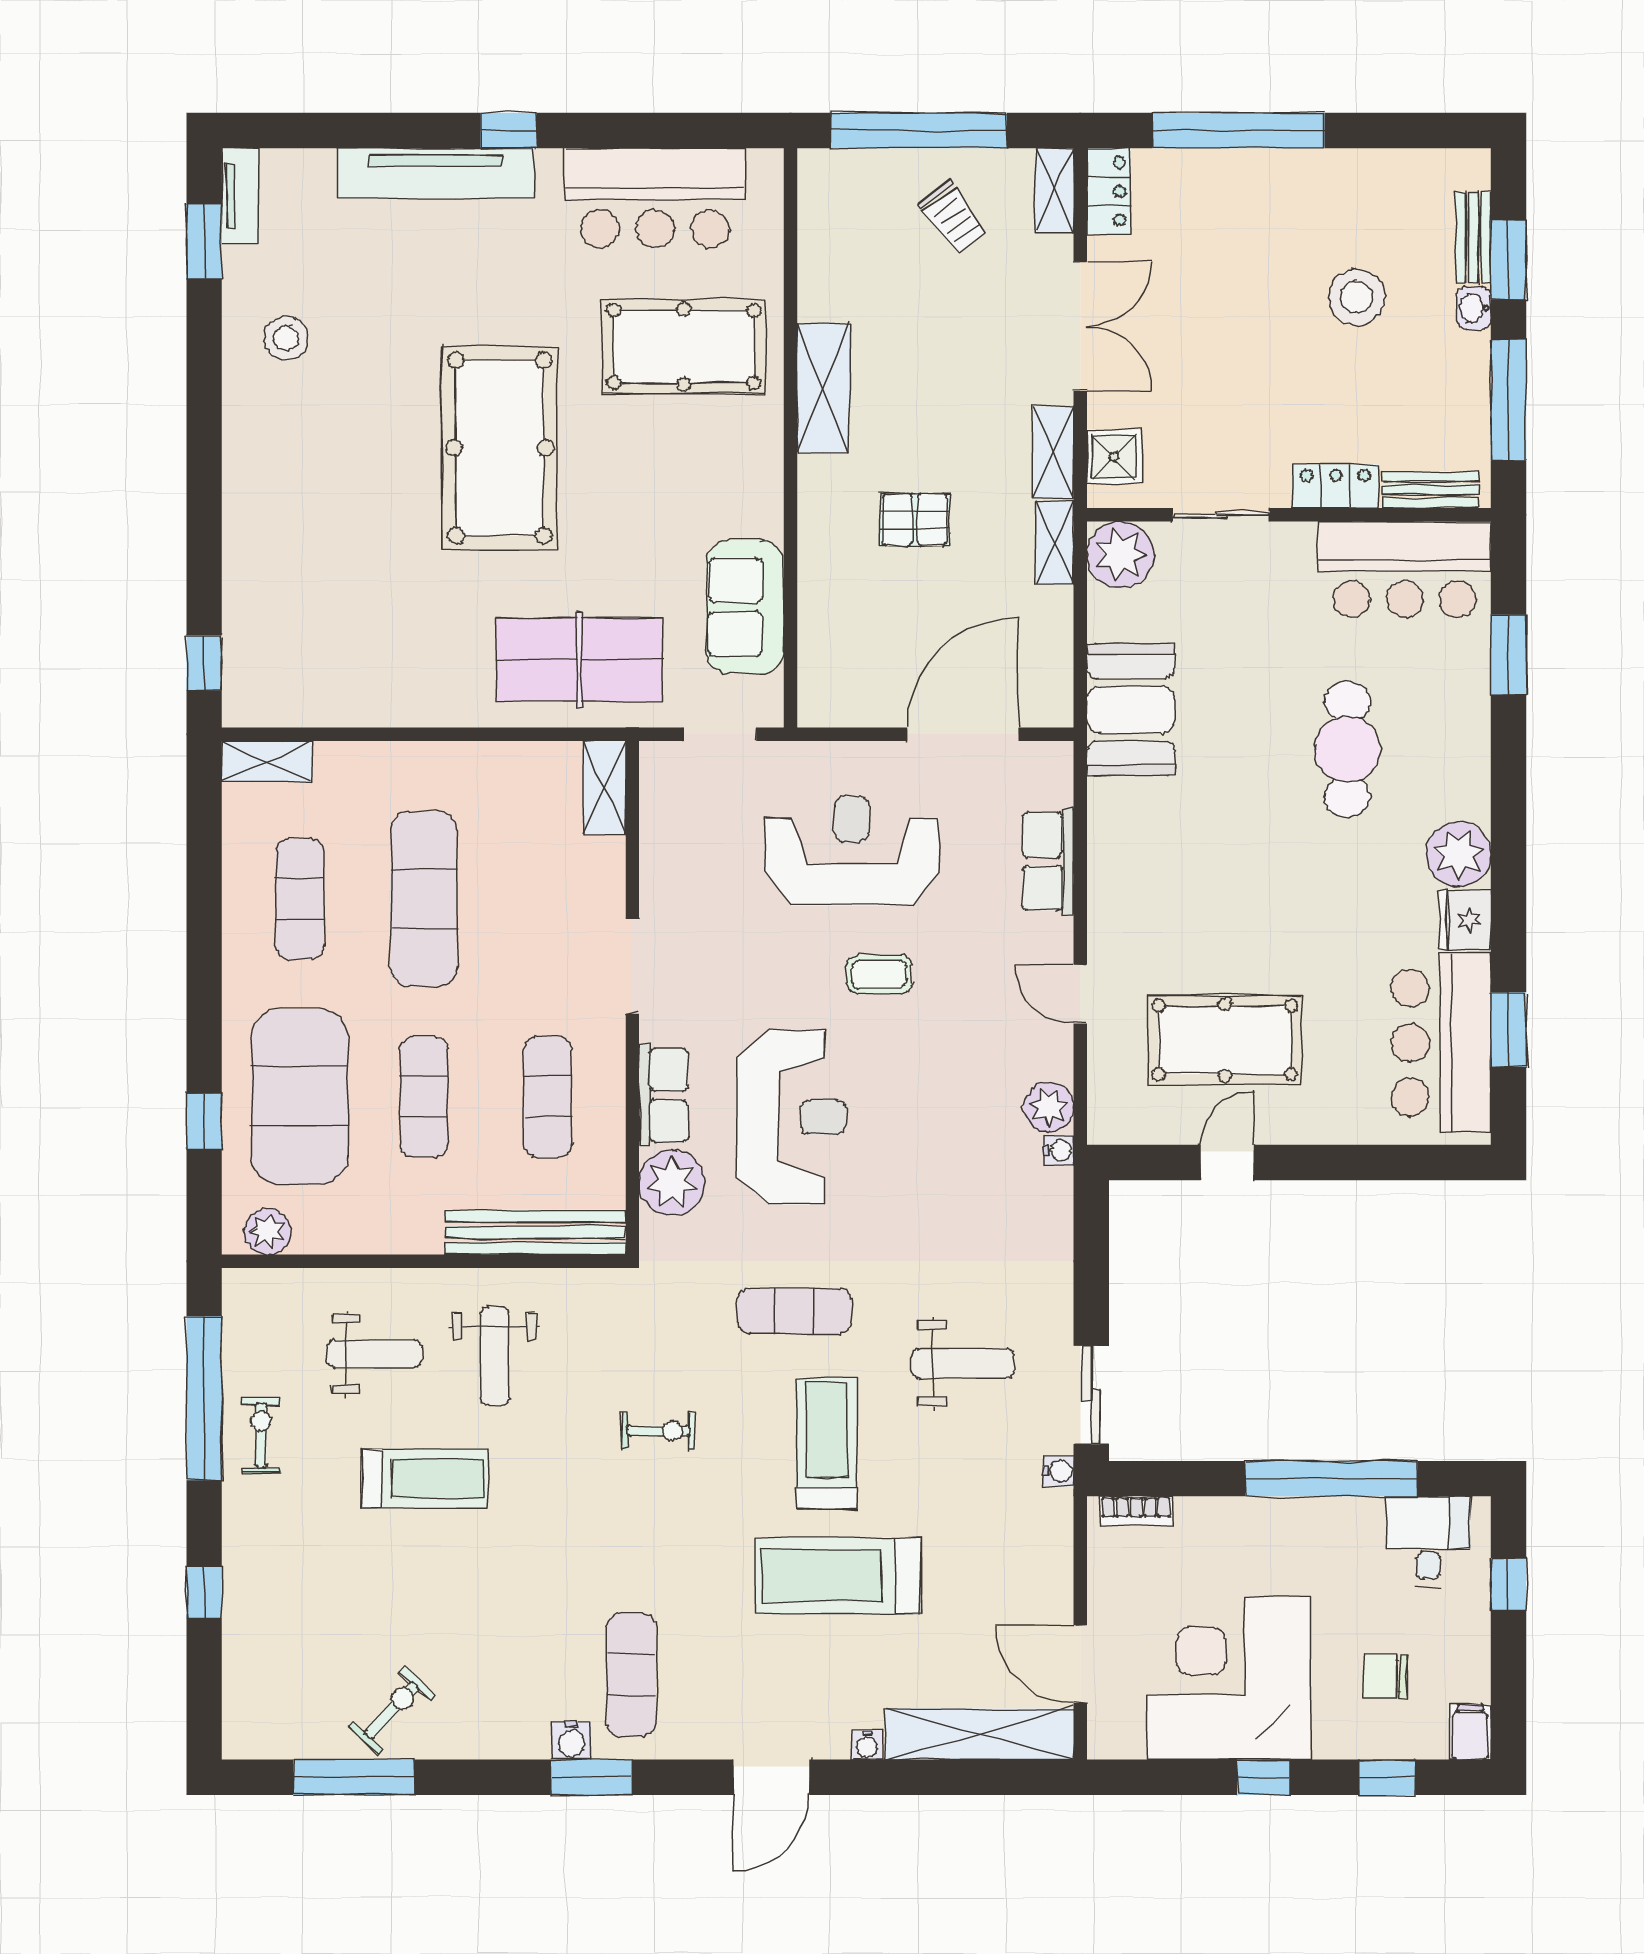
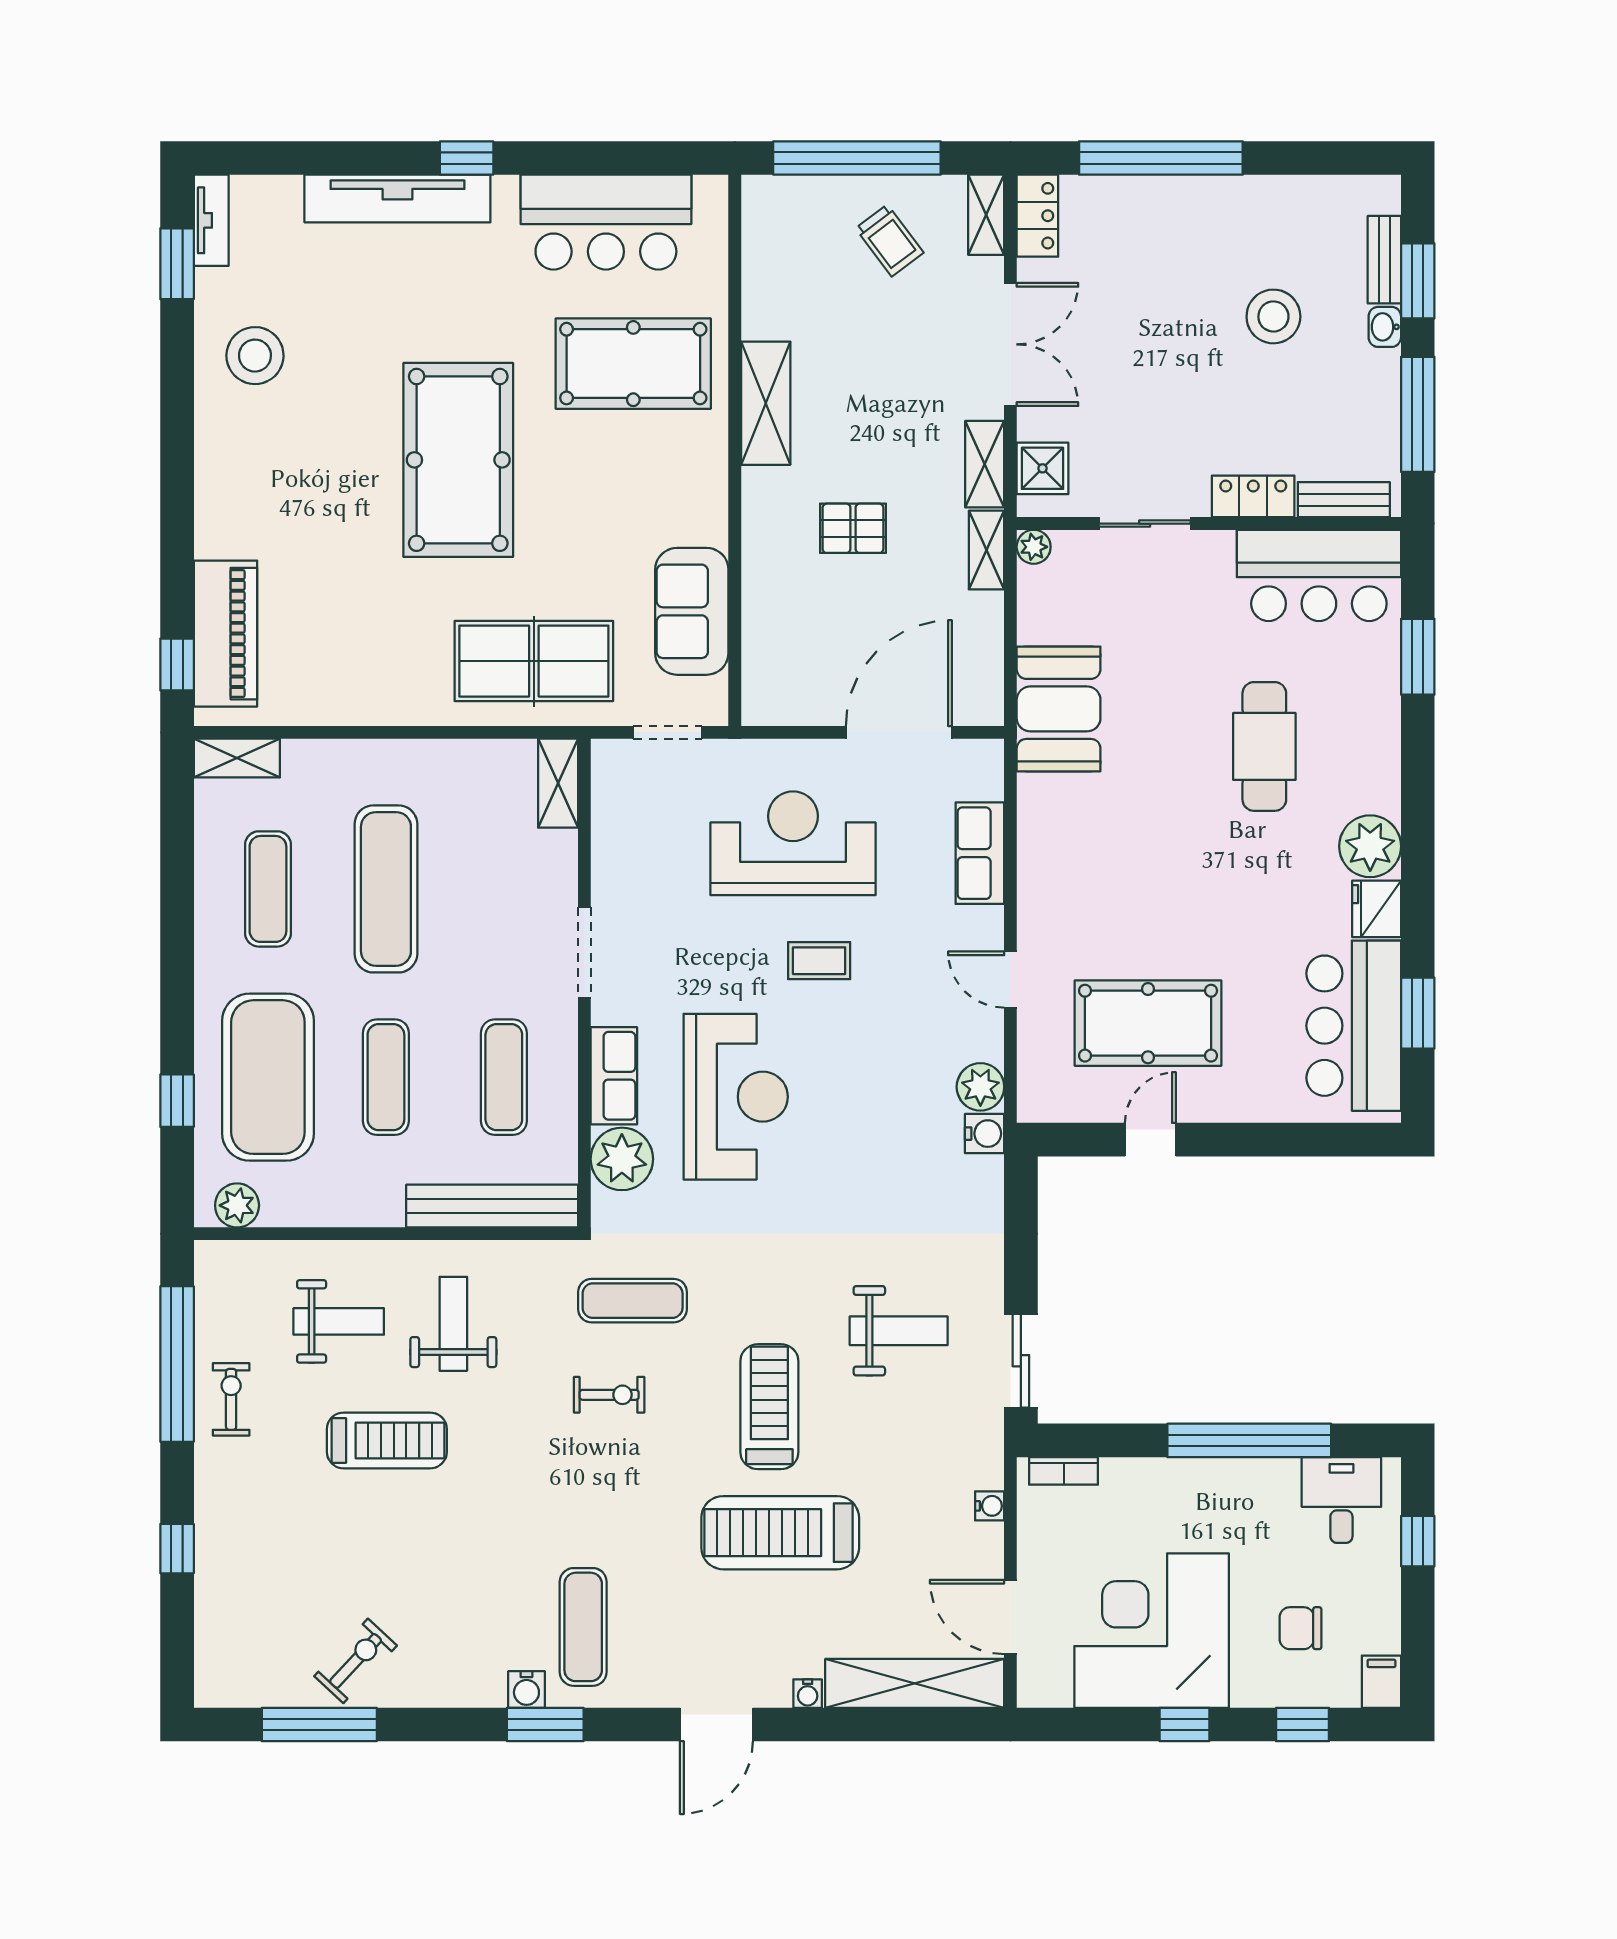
stool: (286, 338) -> (255, 356), width x1.38, depth x1.38
plant: (1120, 555) -> (1034, 547), width x0.53, depth x0.53
piano: (255, 630) -> (225, 634), added
water cooler: (1059, 1150) -> (985, 1134), width x1.38, depth x1.38
exercise mat: (794, 1311) -> (633, 1301), moved
weight bench: (495, 1356) -> (453, 1324), turned 180
water cooler: (1058, 1471) -> (990, 1506), moved

